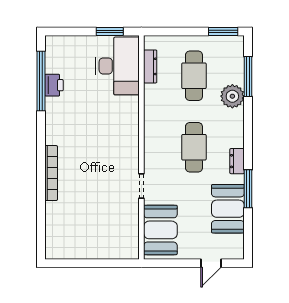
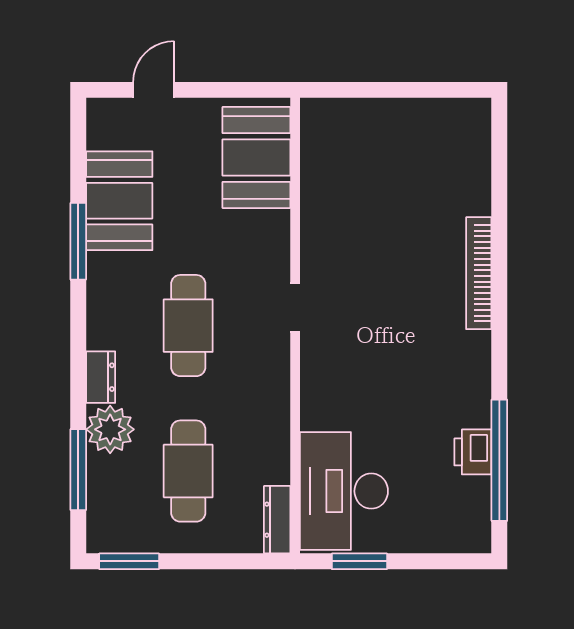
dresser: (150, 66) -> (277, 520), moved
dresser: (237, 161) -> (101, 377), moved
doorway: (141, 186) -> (295, 308), moved

